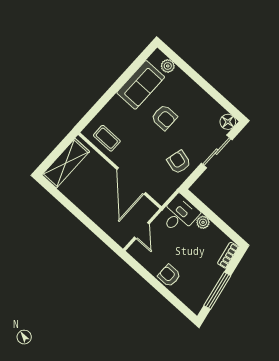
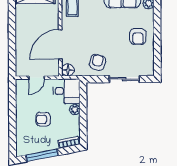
armchair: (164, 117) -> (138, 37), moved
floor lamp: (228, 122) -> (68, 70), moved
armchair: (169, 276) -> (43, 119), moved, turned -90

